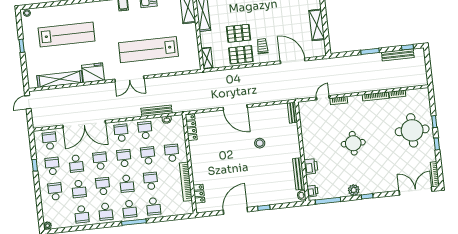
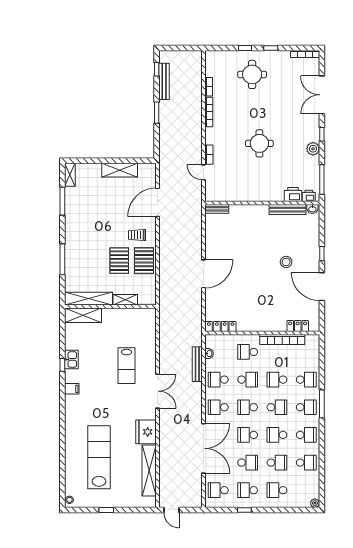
lab bench: (148, 50) -> (126, 366), width x0.54, depth x0.72
shelving: (207, 58) -> (125, 300), moved
round table: (412, 130) -> (252, 74), width x0.73, depth x0.73
stool: (260, 143) -> (286, 262), moved
school desk: (148, 156) -> (248, 380), turned 180
printer: (311, 166) -> (293, 195), moved
double door: (416, 191) -> (322, 95), moved

